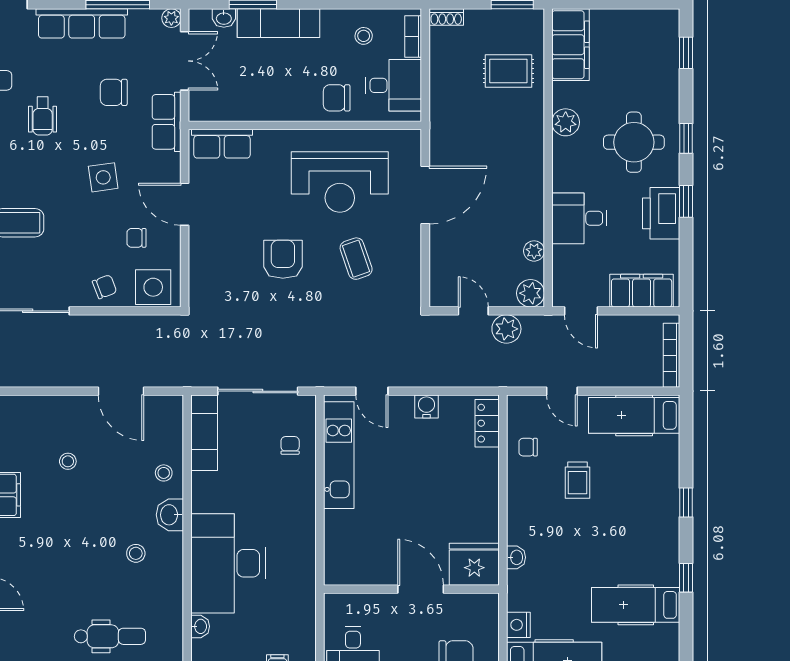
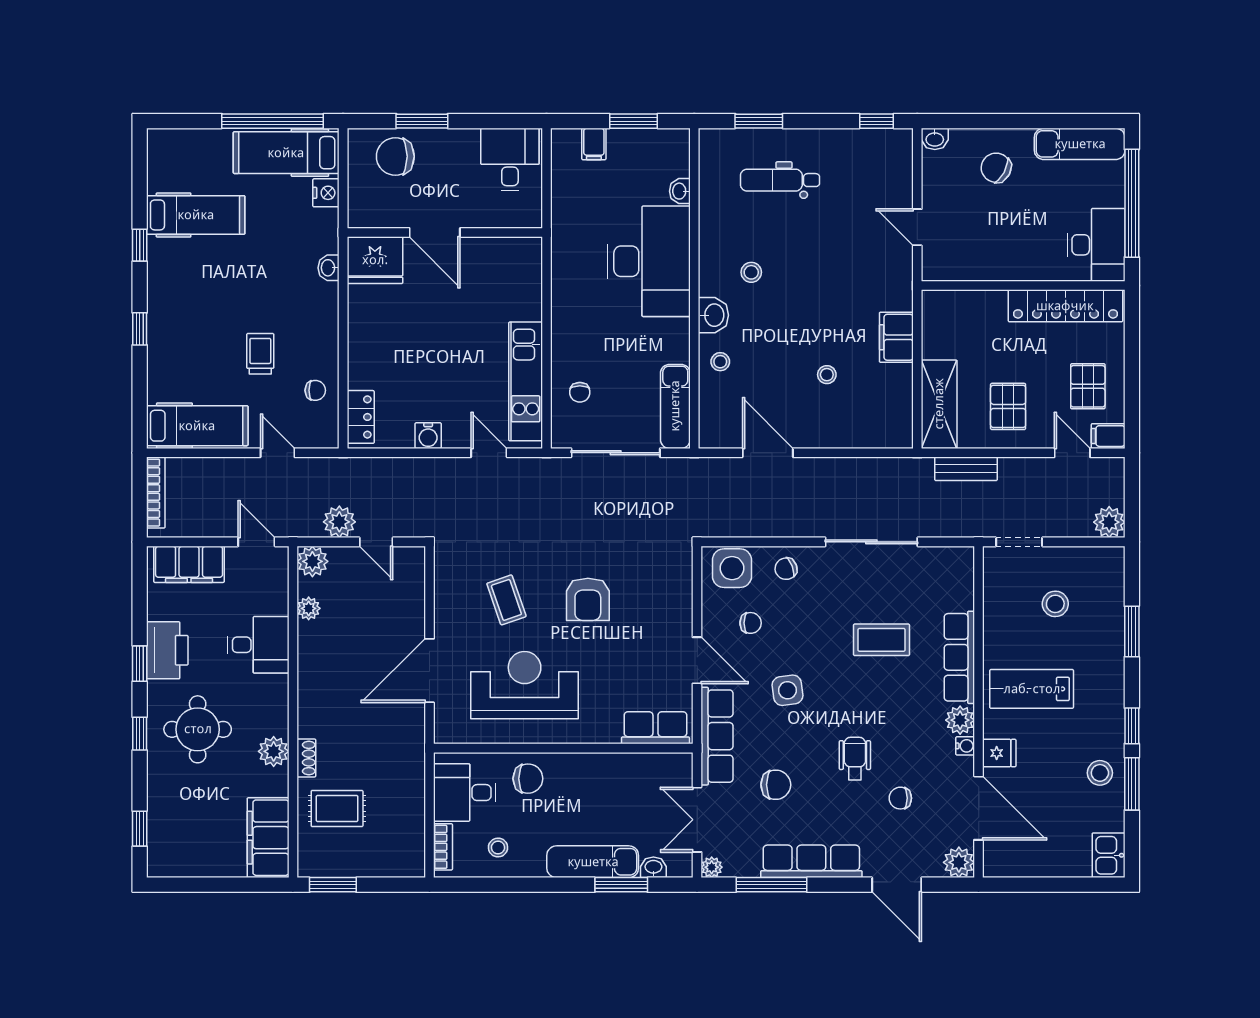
shoe rack: (446, 17) -> (306, 758), moved, turned 90
row of seats: (167, 122) -> (717, 736), width x1.48

